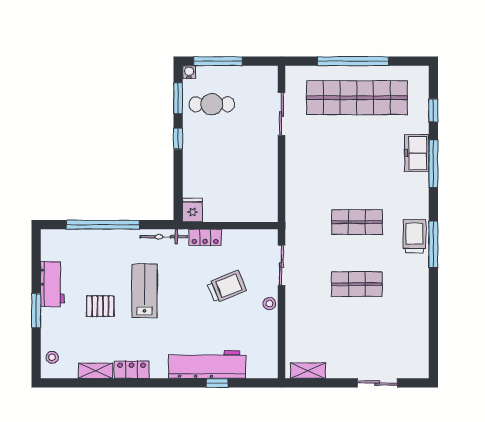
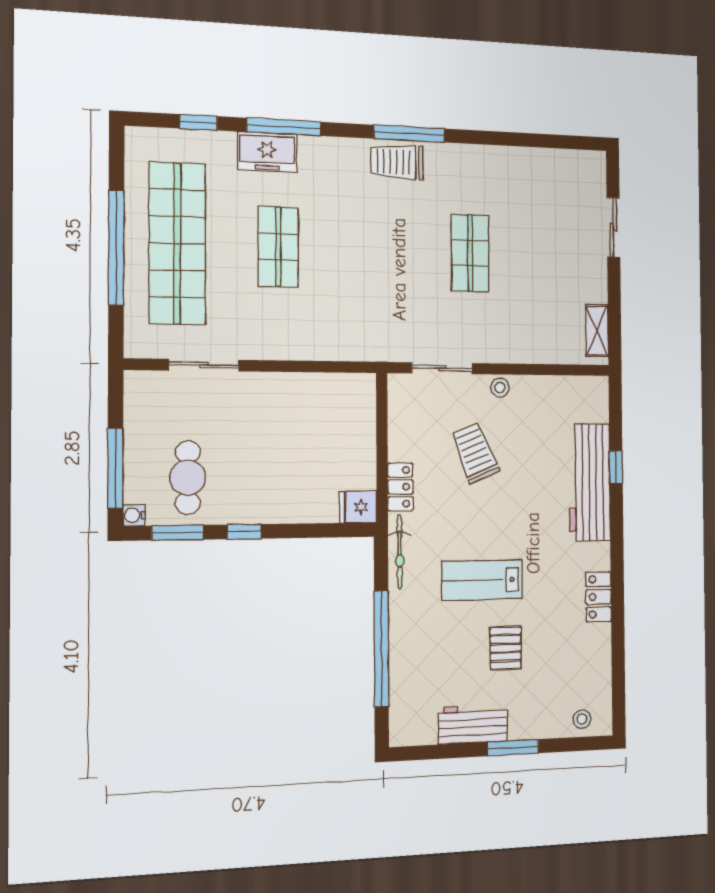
shop shelf: (357, 222) -> (278, 247), moved
shelving: (96, 371) -> (600, 652), removed

